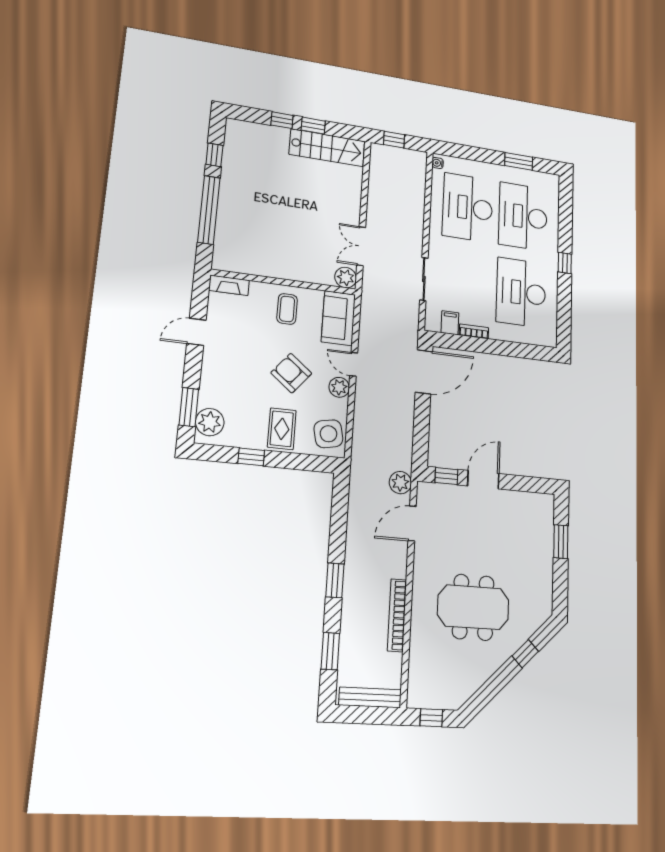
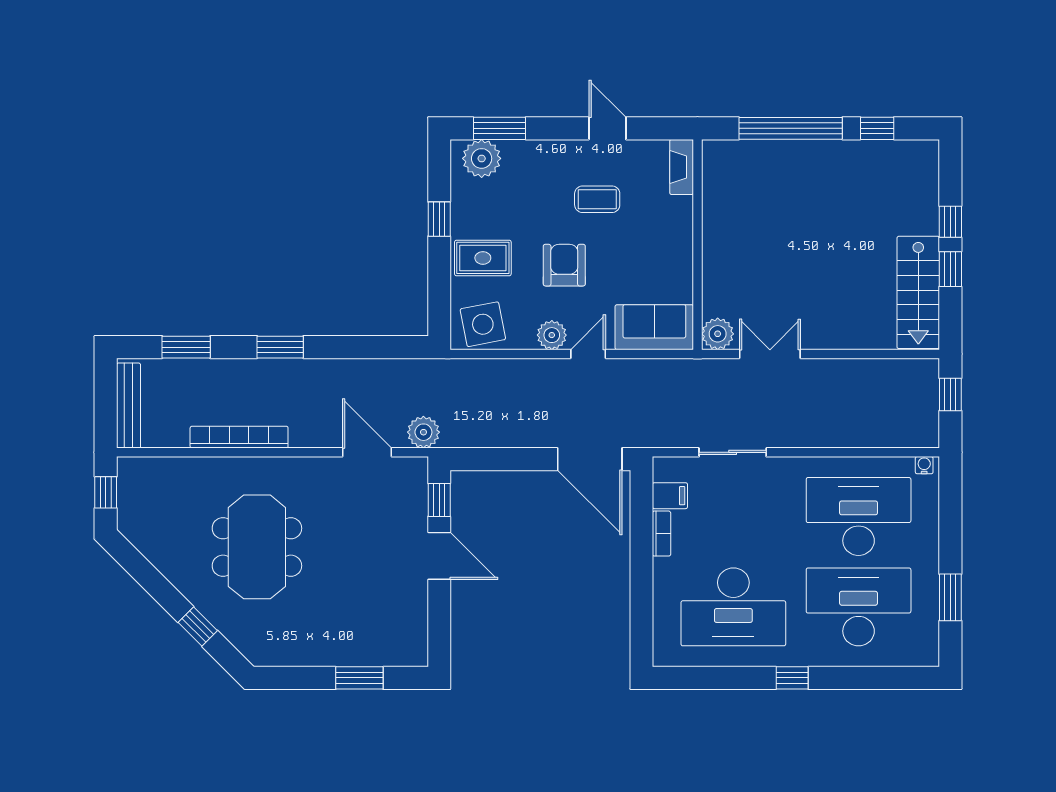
desk: (521, 293) -> (733, 607), turned 180
coffee table: (287, 309) -> (597, 199), moved
armchair: (291, 373) -> (564, 265), turned -39

